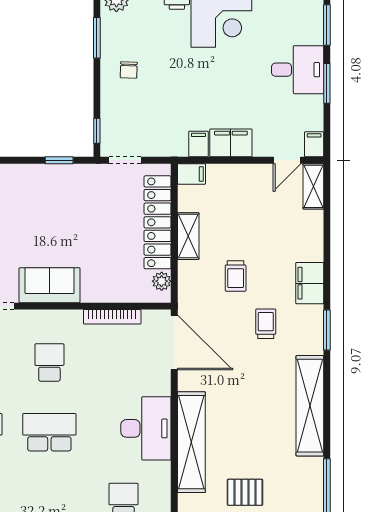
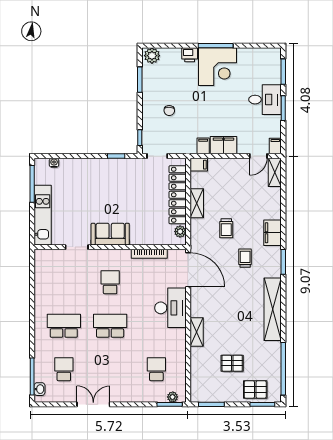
chair: (129, 70) -> (169, 111), moved
desk: (146, 428) -> (170, 308), moved
shelving: (191, 442) -> (197, 332), width x0.45, depth x0.75

